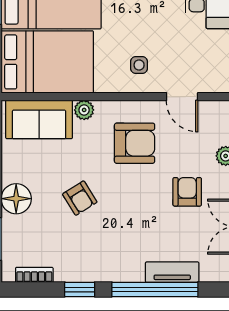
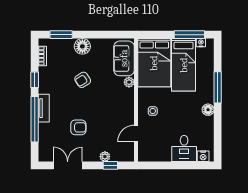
armchair: (135, 143) -> (112, 109), removed
armchair: (187, 192) -> (78, 127), moved
tv unit: (172, 272) -> (44, 108), moved

